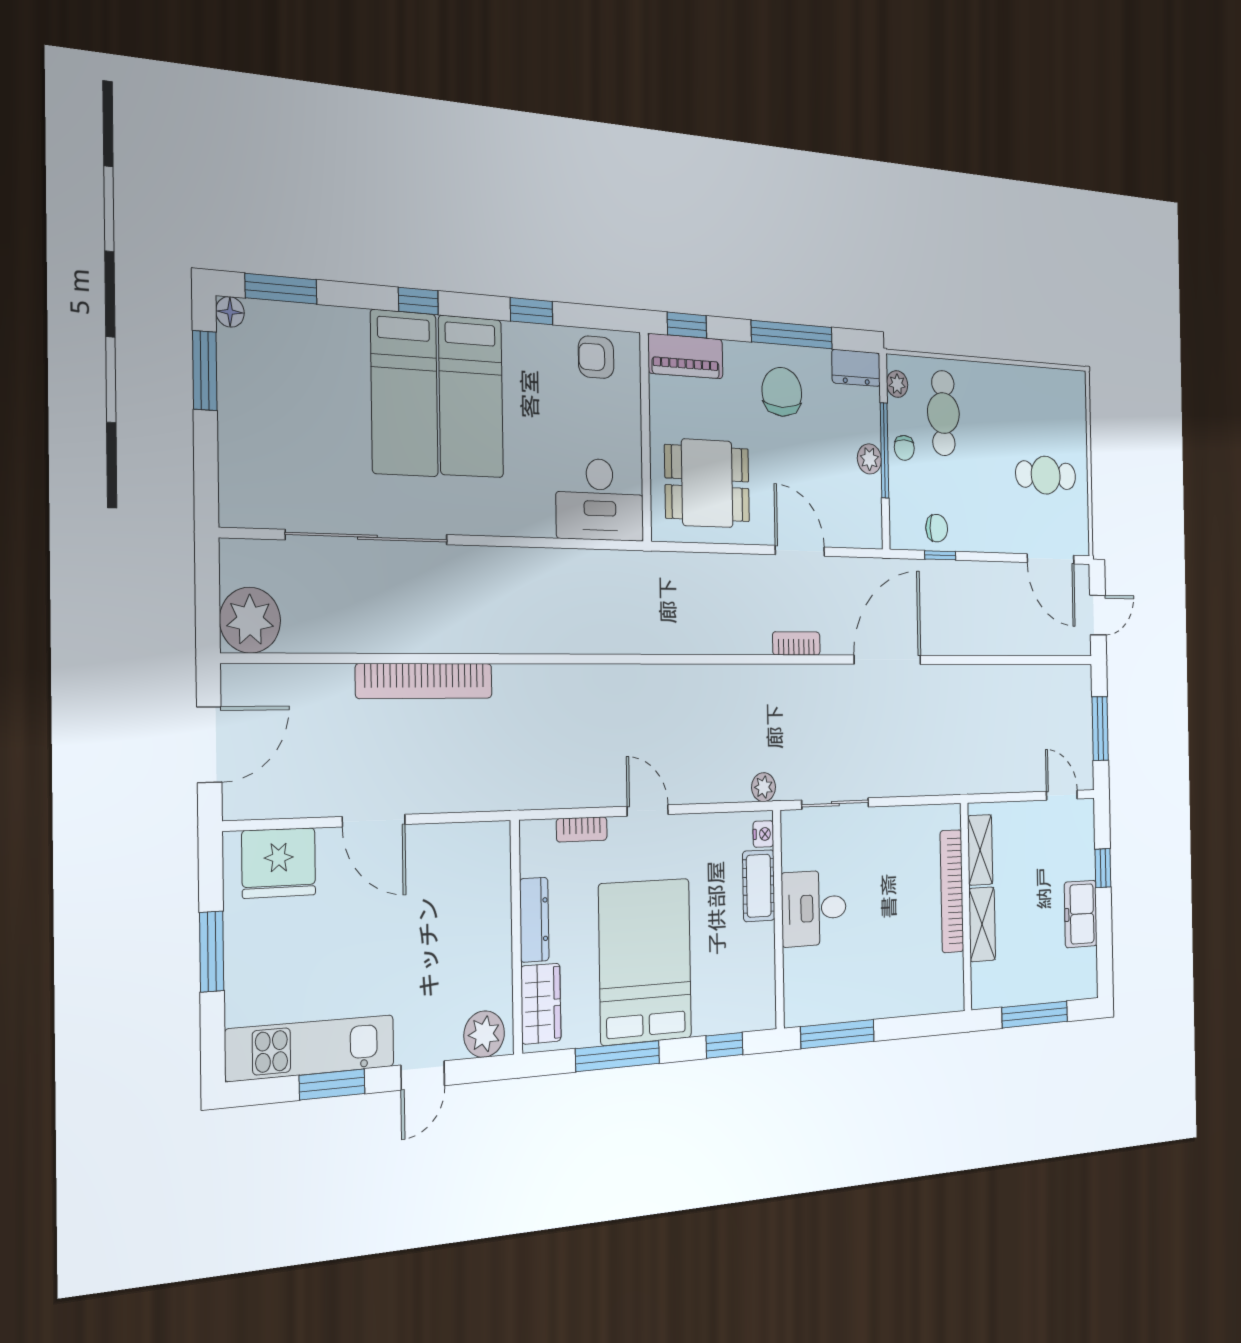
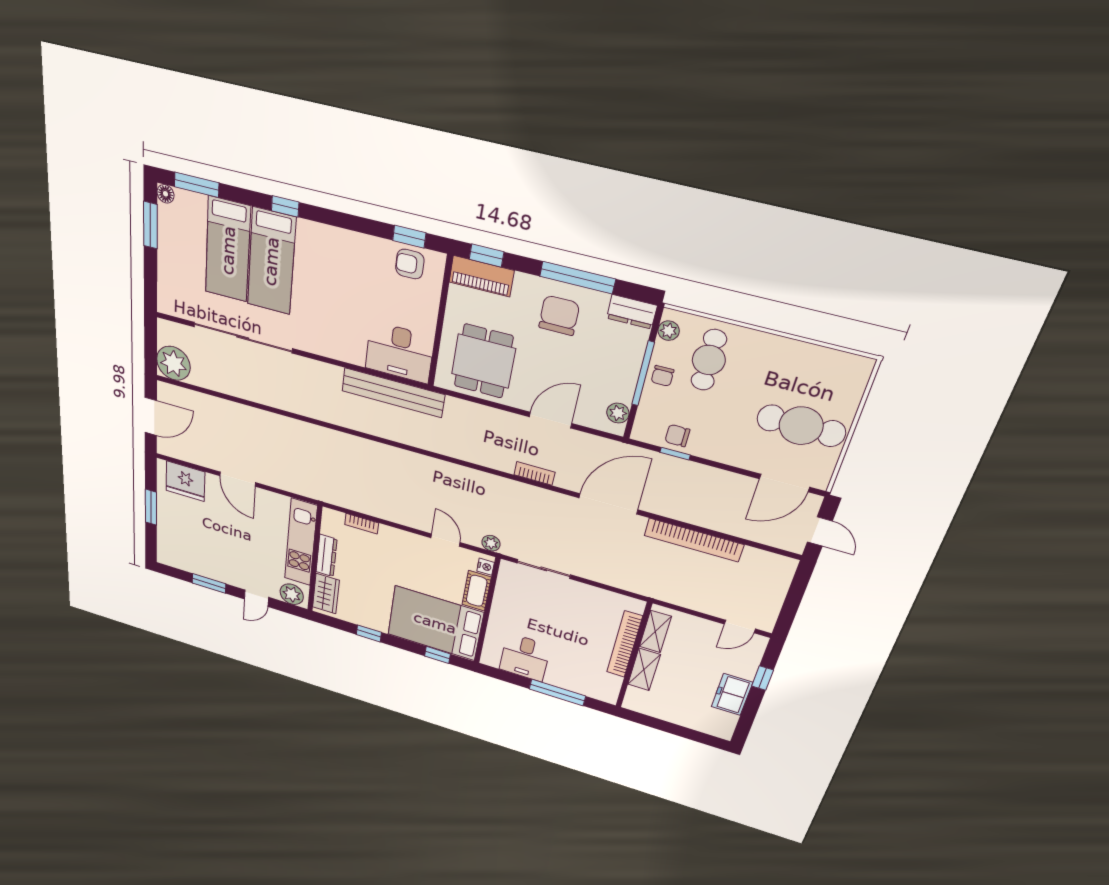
window: (531, 311) -> (409, 237), moved
bed: (471, 397) -> (228, 250), moved
plant: (869, 459) -> (618, 413), moved
cafe table: (1046, 475) -> (801, 426), width x1.37, depth x1.35
dining table: (707, 483) -> (483, 361), turned 90
chair: (937, 528) -> (677, 436), turned 180
door: (800, 551) -> (551, 420), hinge flipped
door: (1051, 559) -> (784, 483), hinge flipped
bench: (599, 570) -> (393, 393), added
door: (1098, 615) -> (820, 532), hinge flipped
bookcase: (425, 681) -> (694, 540), moved
window: (1100, 729) -> (793, 601), removed
door: (1062, 795) -> (740, 626), swing flipped
door: (648, 810) -> (445, 540), moved
desk: (814, 908) -> (525, 657), moved, turned -90
bed: (645, 961) -> (435, 623), moved, turned -90
window: (1035, 1014) -> (672, 729), removed
window: (838, 1034) -> (557, 692), moved
kitchen unit: (311, 1048) -> (301, 543), moved, turned -90
window: (618, 1056) -> (369, 633), width x0.46

